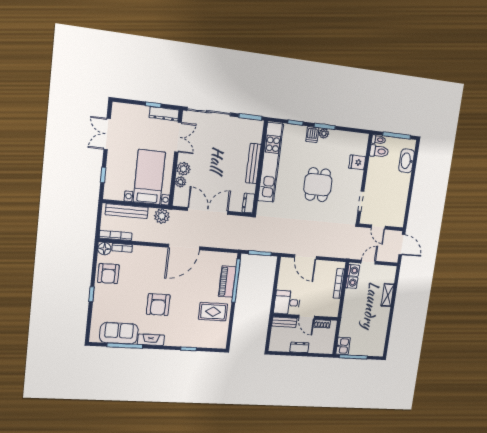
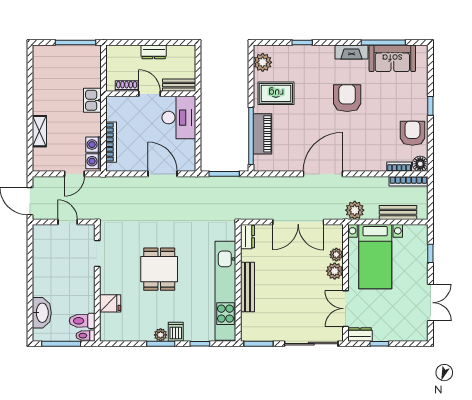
dresser: (164, 114) -> (360, 334), width x0.70
bench: (127, 211) -> (398, 212), width x0.73
desk: (287, 302) -> (179, 118), width x1.37
plant: (220, 336) -> (263, 62), added
kitchen sink: (343, 346) -> (92, 100), moved

